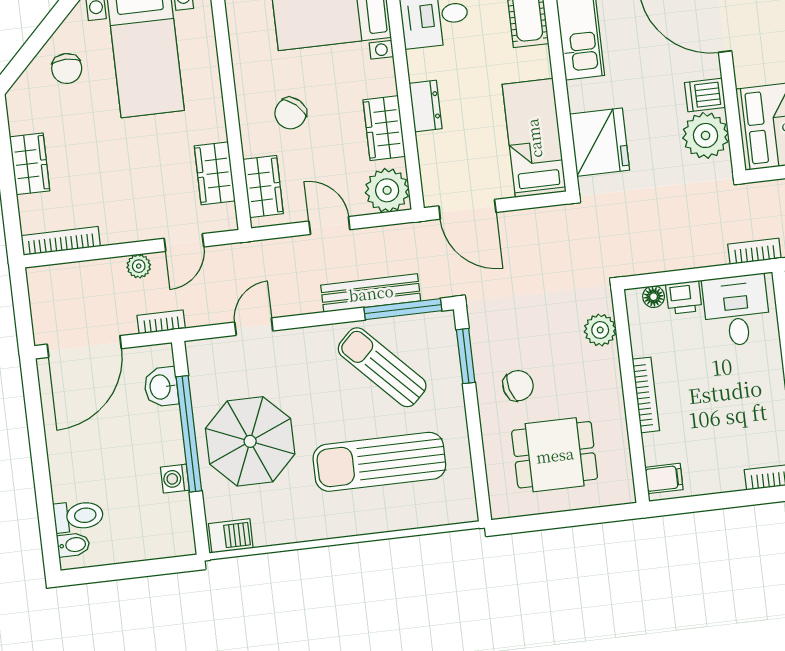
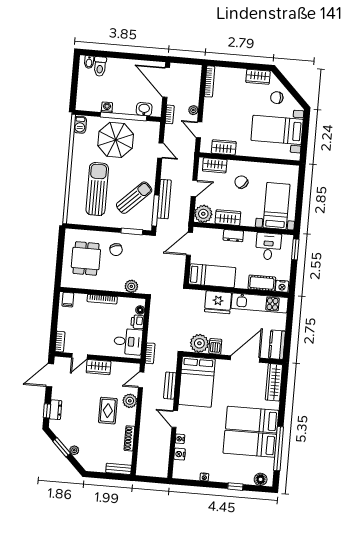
fridge: (600, 142) -> (218, 302), moved
wardrobe: (30, 164) -> (258, 77), moved

